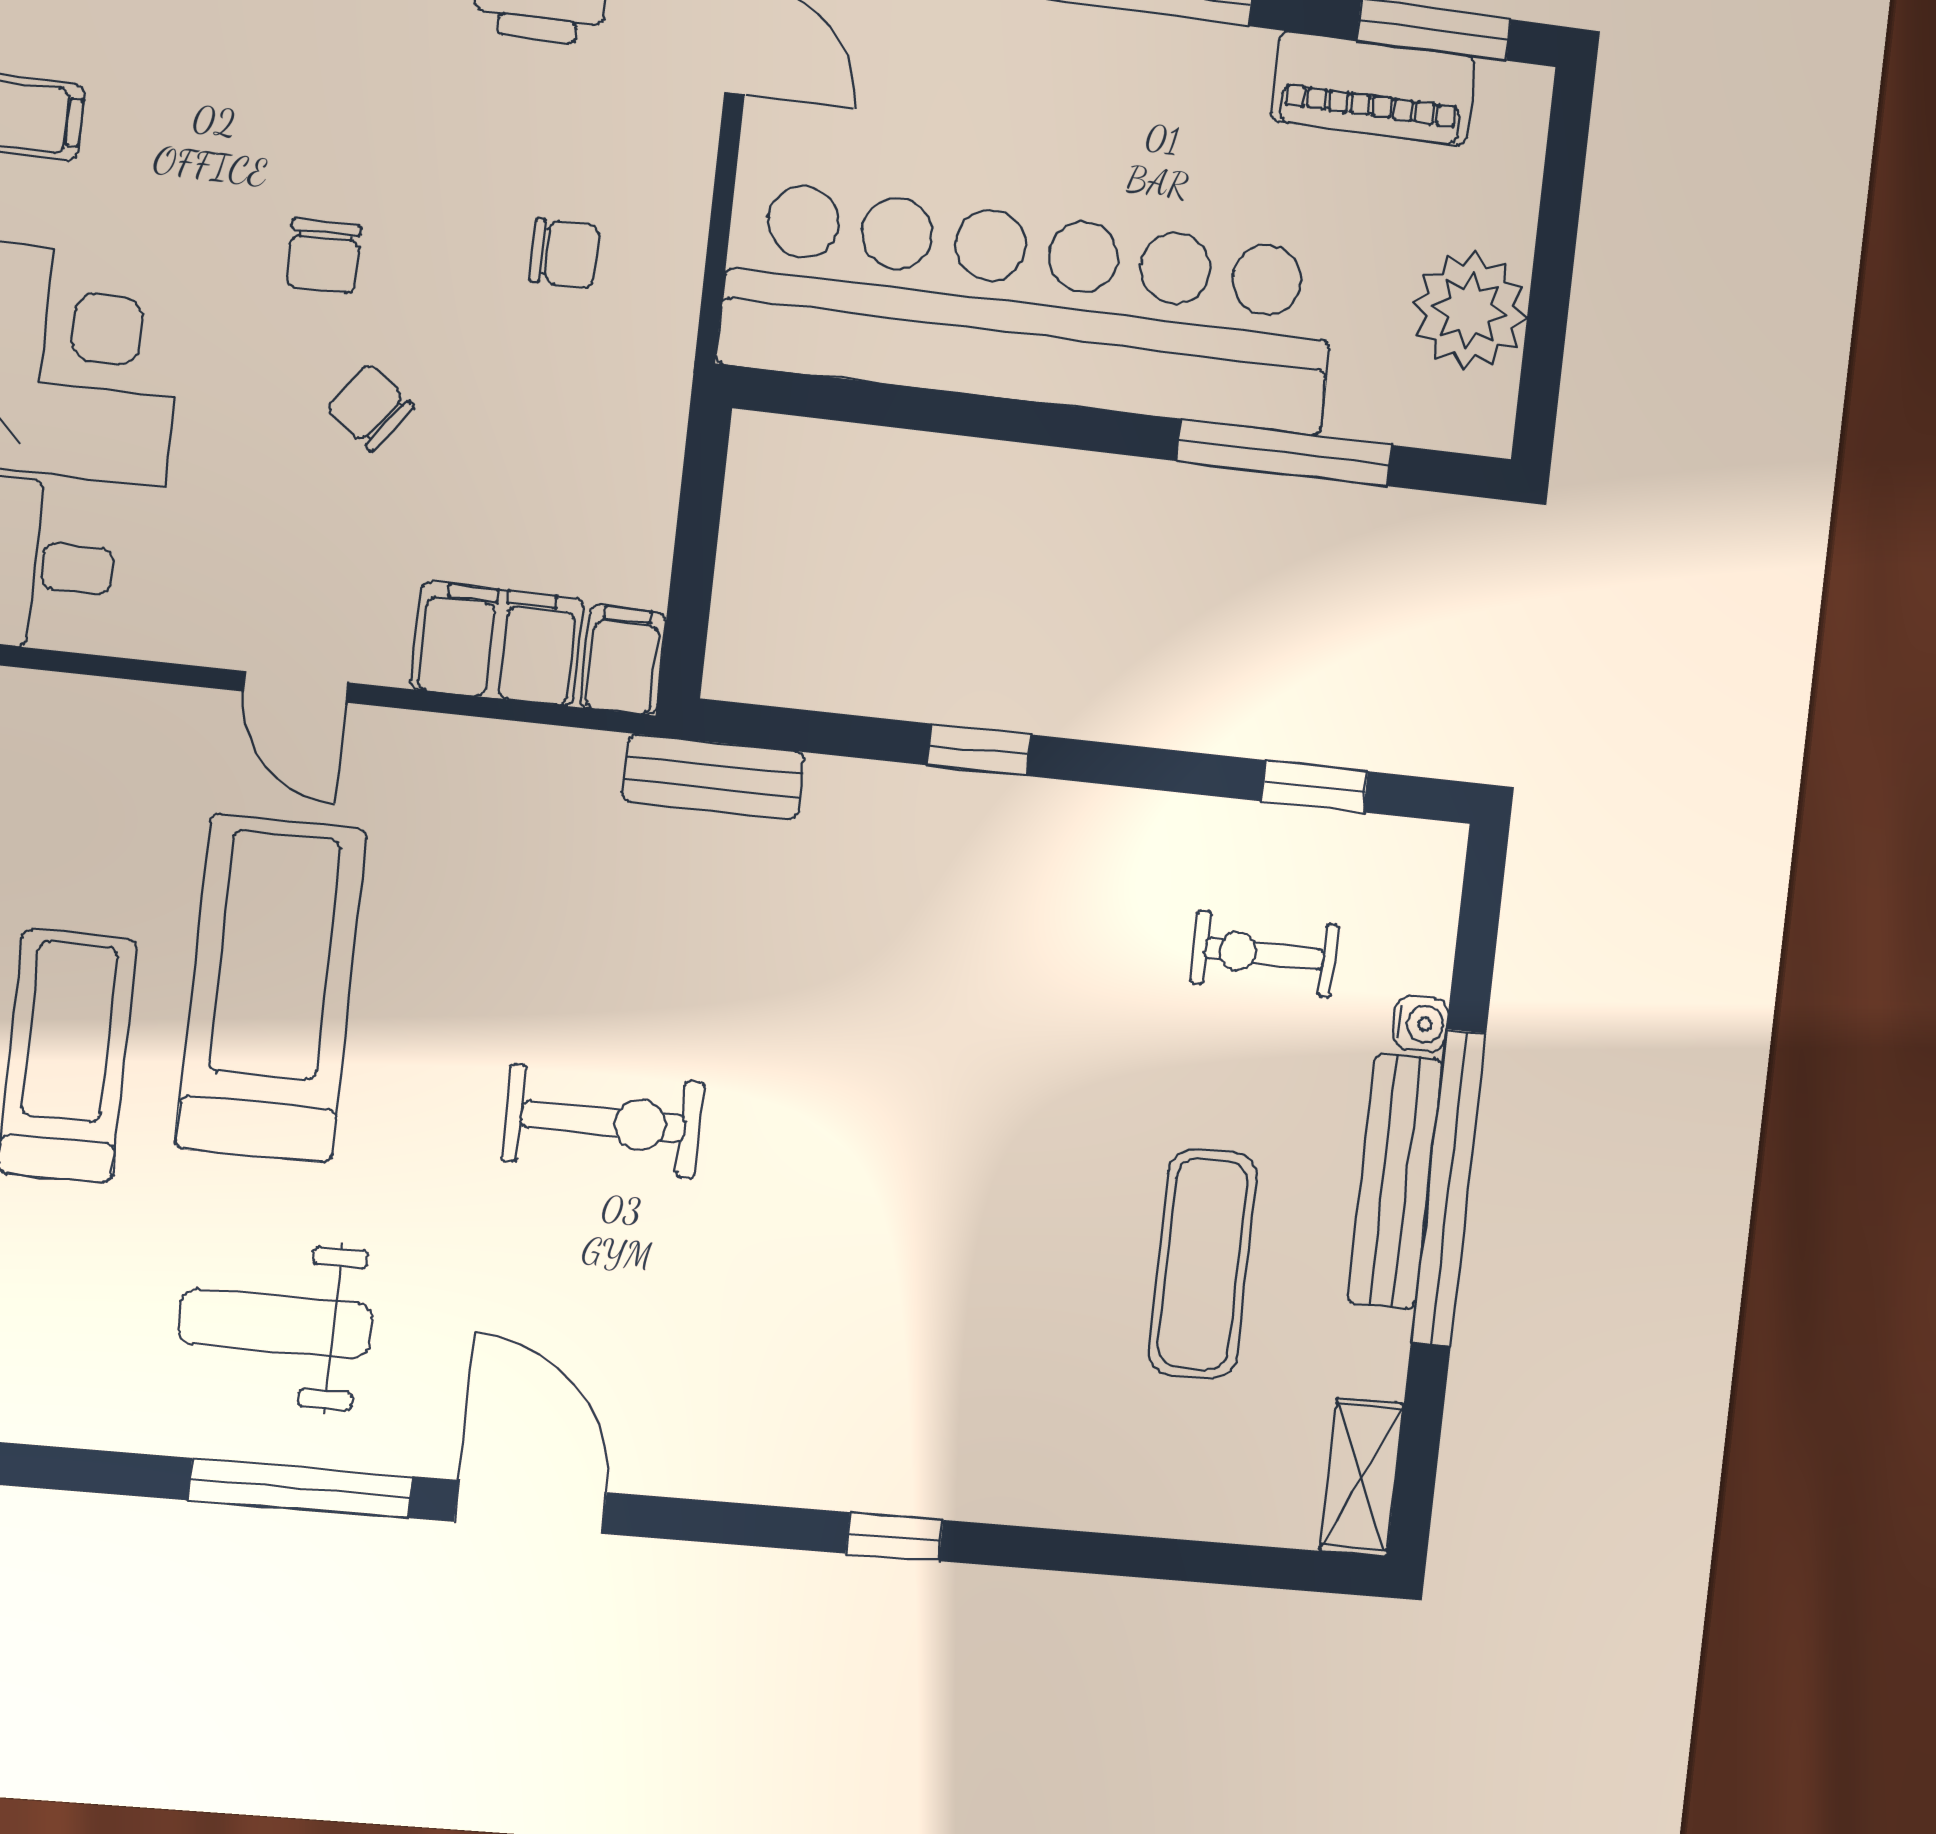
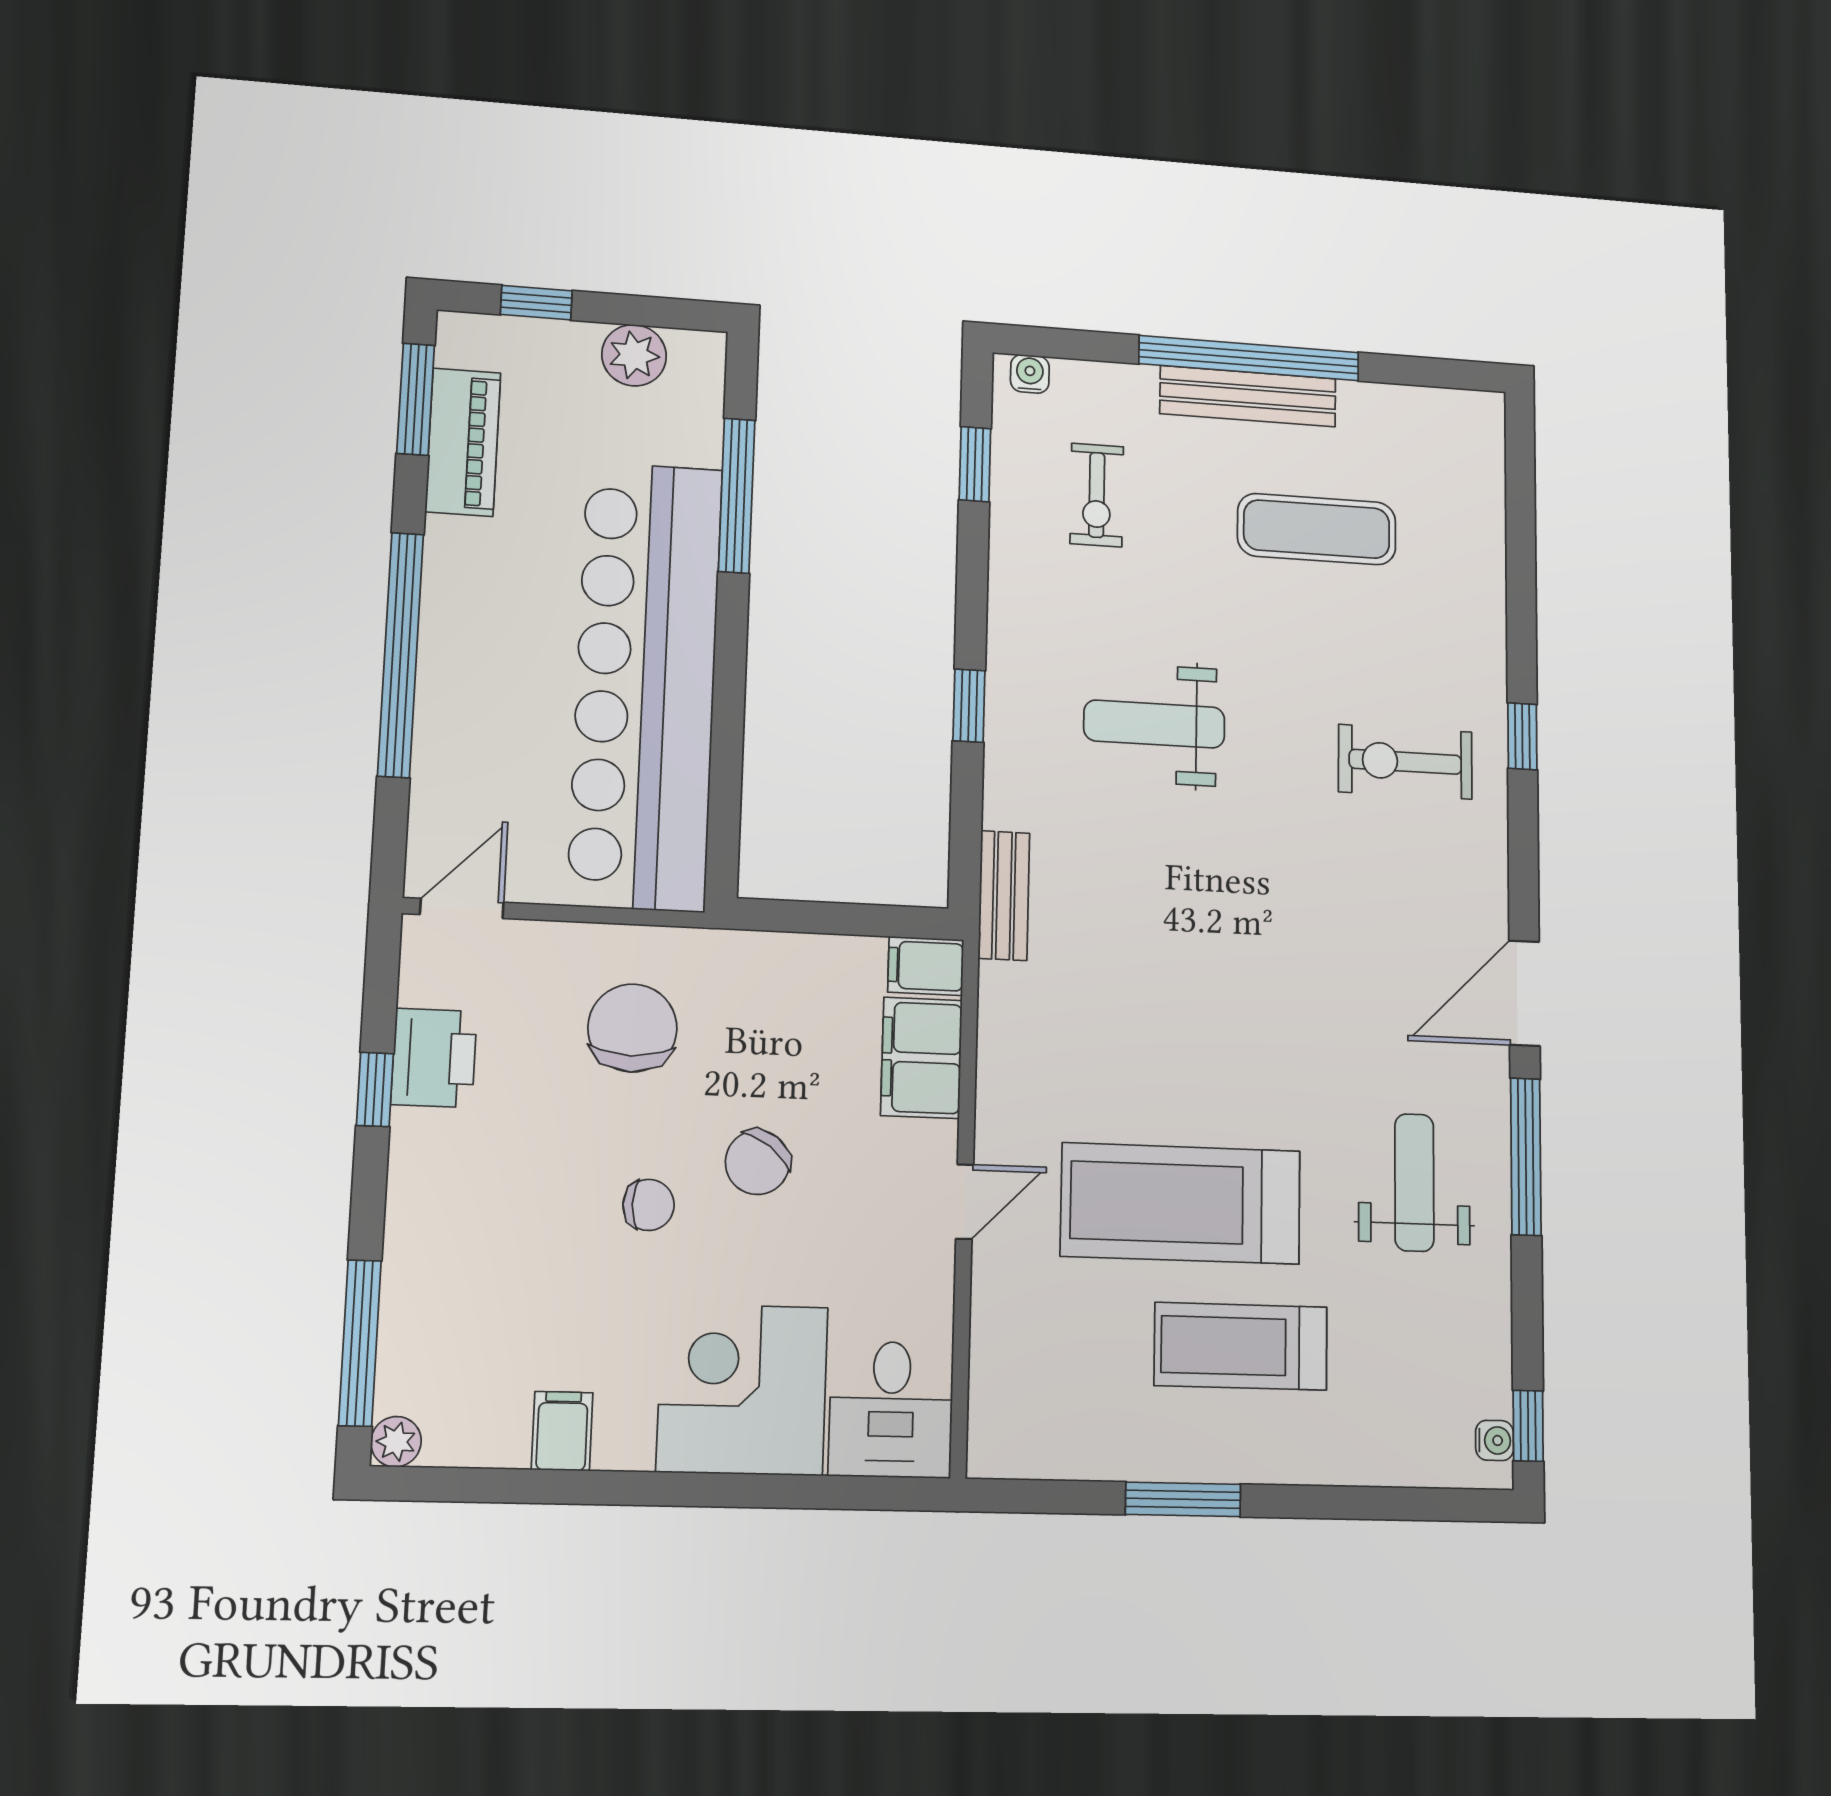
window: (1560, 202) -> (536, 303), added
chair: (564, 253) -> (632, 1028), width x1.87, depth x1.87
plant: (1470, 311) -> (634, 355), width x0.73, depth x0.73
chair: (370, 408) -> (757, 1162), width x1.37, depth x1.37
weight bench: (940, 1008) -> (1154, 724), added
water cooler: (1421, 1024) -> (1030, 374), moved
exercise bike: (603, 1121) -> (1405, 762), moved, turned -90
weight bench: (276, 1323) -> (1414, 1183), turned 180
shelving: (1362, 1477) -> (1453, 411), removed

